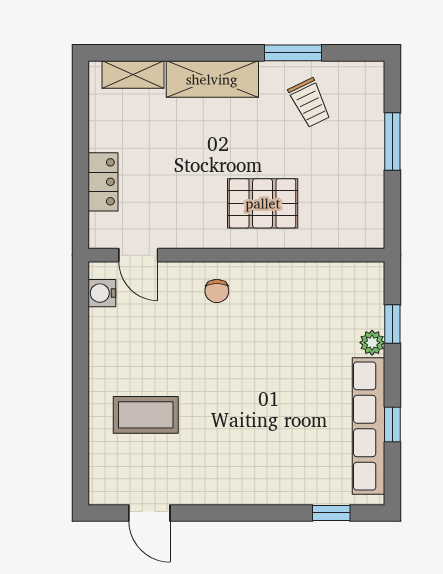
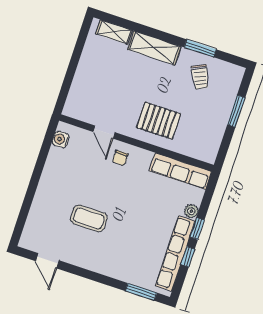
locker: (103, 182) -> (80, 82), removed
door: (138, 255) -> (104, 132), moved
row of seats: (330, 279) -> (180, 171), added
window: (392, 324) -> (197, 228), moved
coffee table: (146, 415) -> (89, 218), moved
window: (331, 513) -> (141, 292), width x1.50

